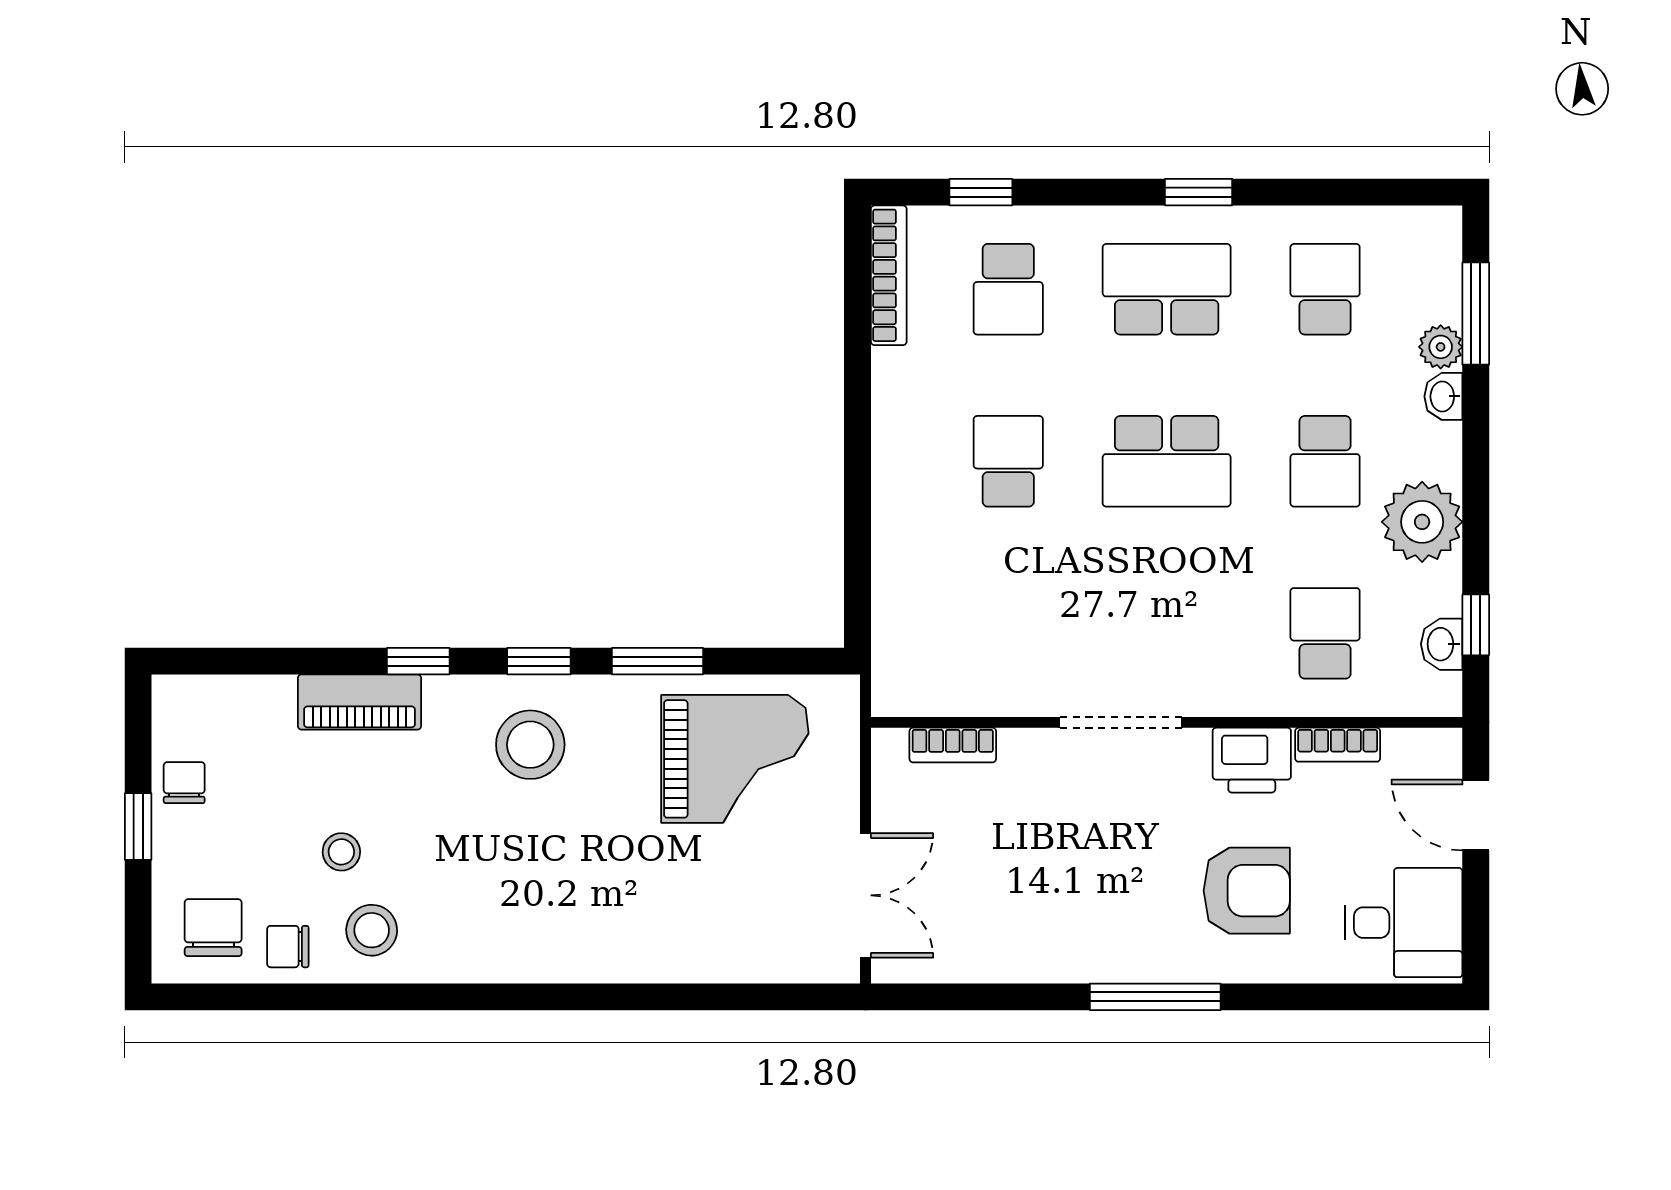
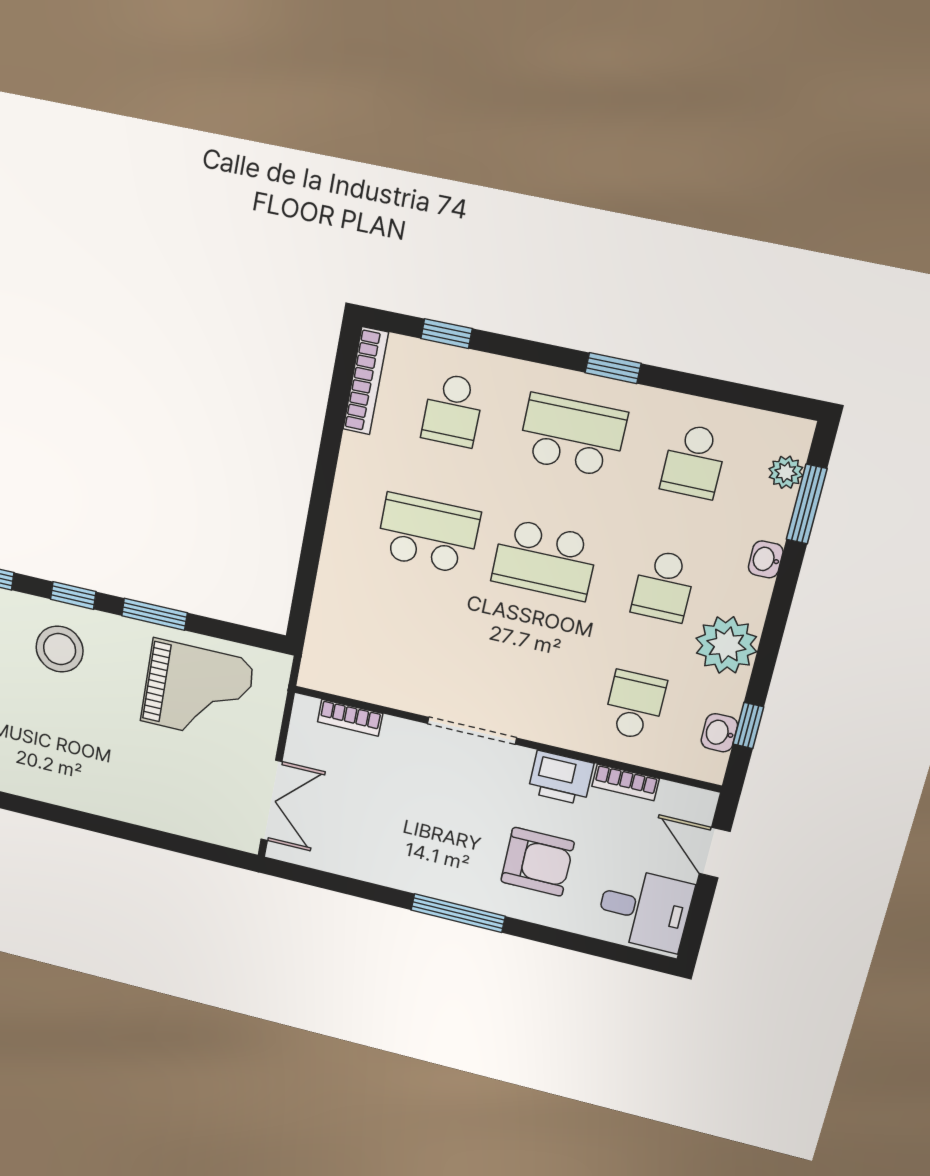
school desk: (1325, 289) -> (694, 461), turned 180
plant: (1441, 347) -> (786, 472), moved
school desk: (1008, 461) -> (428, 534), width x1.85

